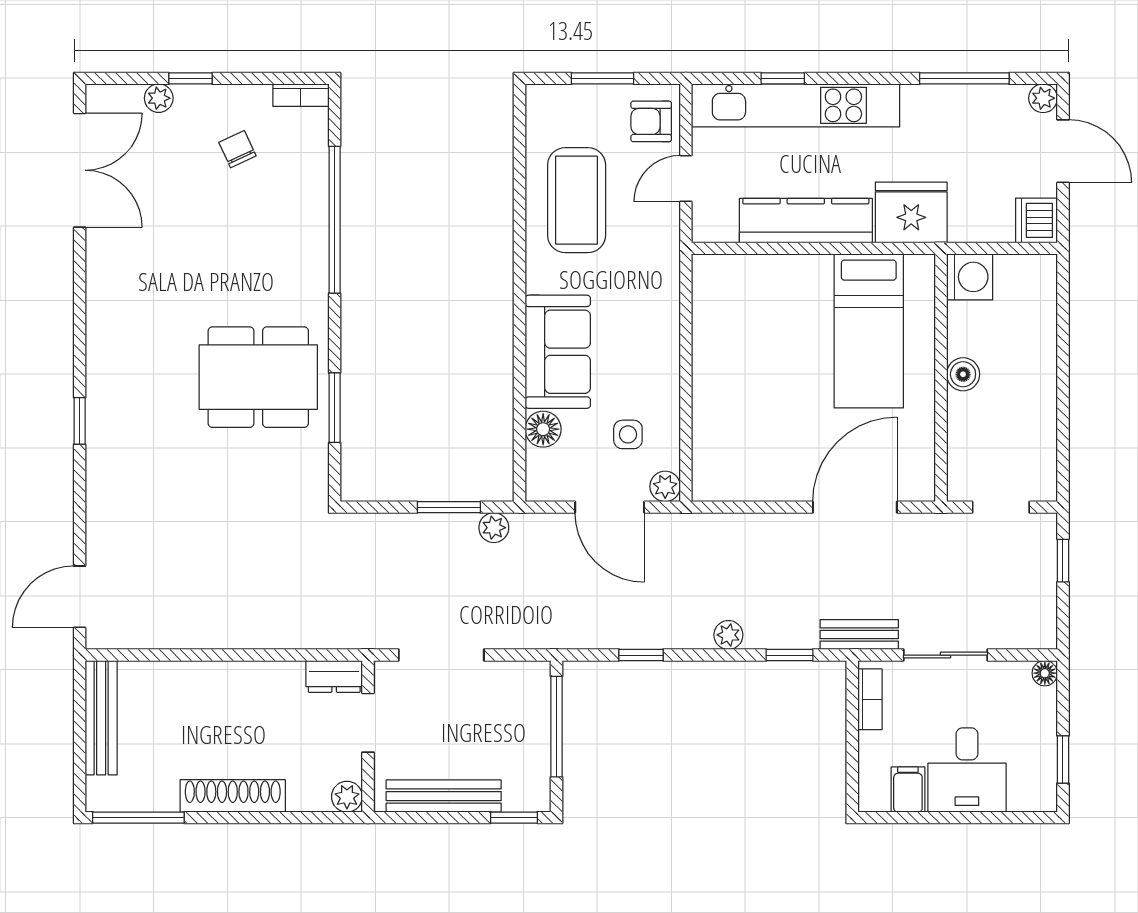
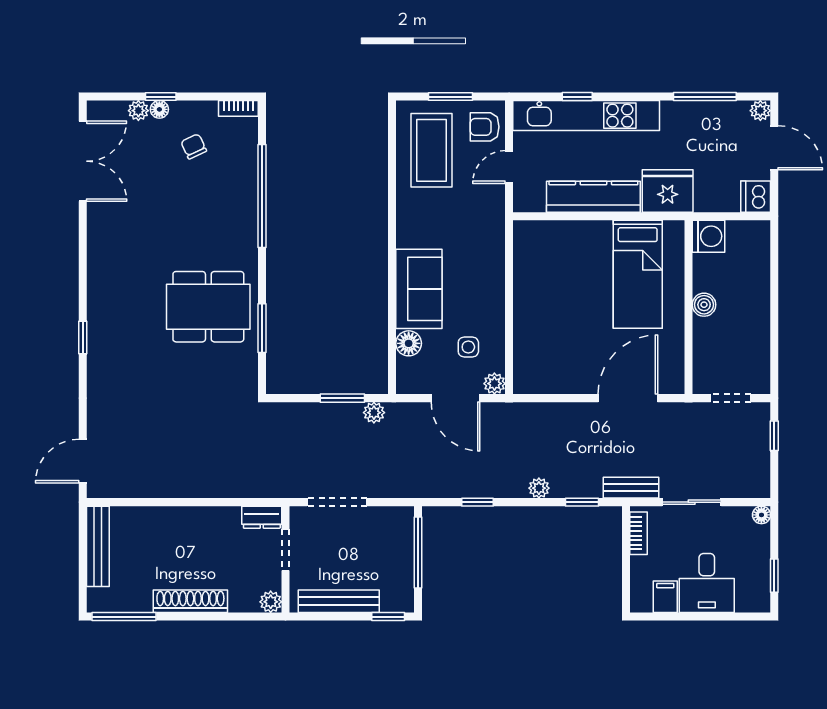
floor lamp: (189, 97) -> (159, 109), added
coffee table: (577, 200) -> (432, 150), moved

